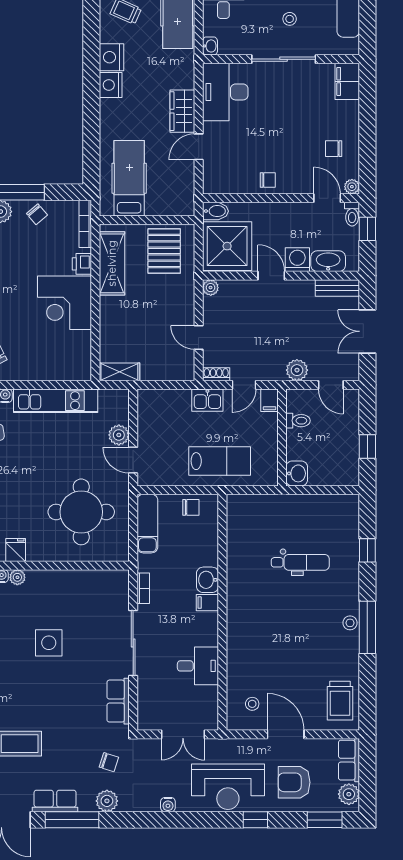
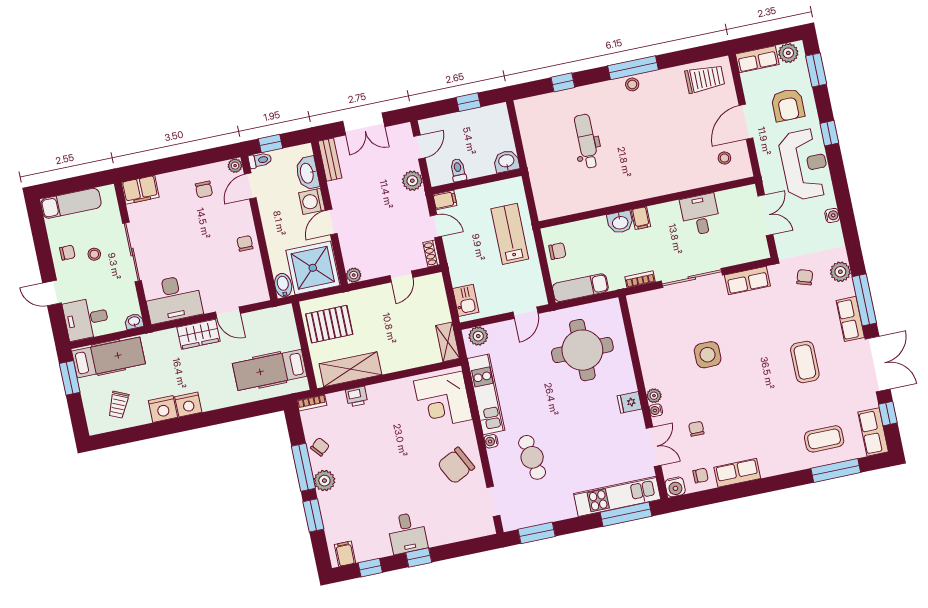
bookcase: (85, 224) -> (312, 403), width x0.64
corner desk: (65, 303) -> (443, 400), moved, turned 90
kitchen sink: (207, 400) -> (466, 300), moved
plant: (119, 435) -> (478, 336), moved
chair: (191, 507) -> (557, 251), turned 90

